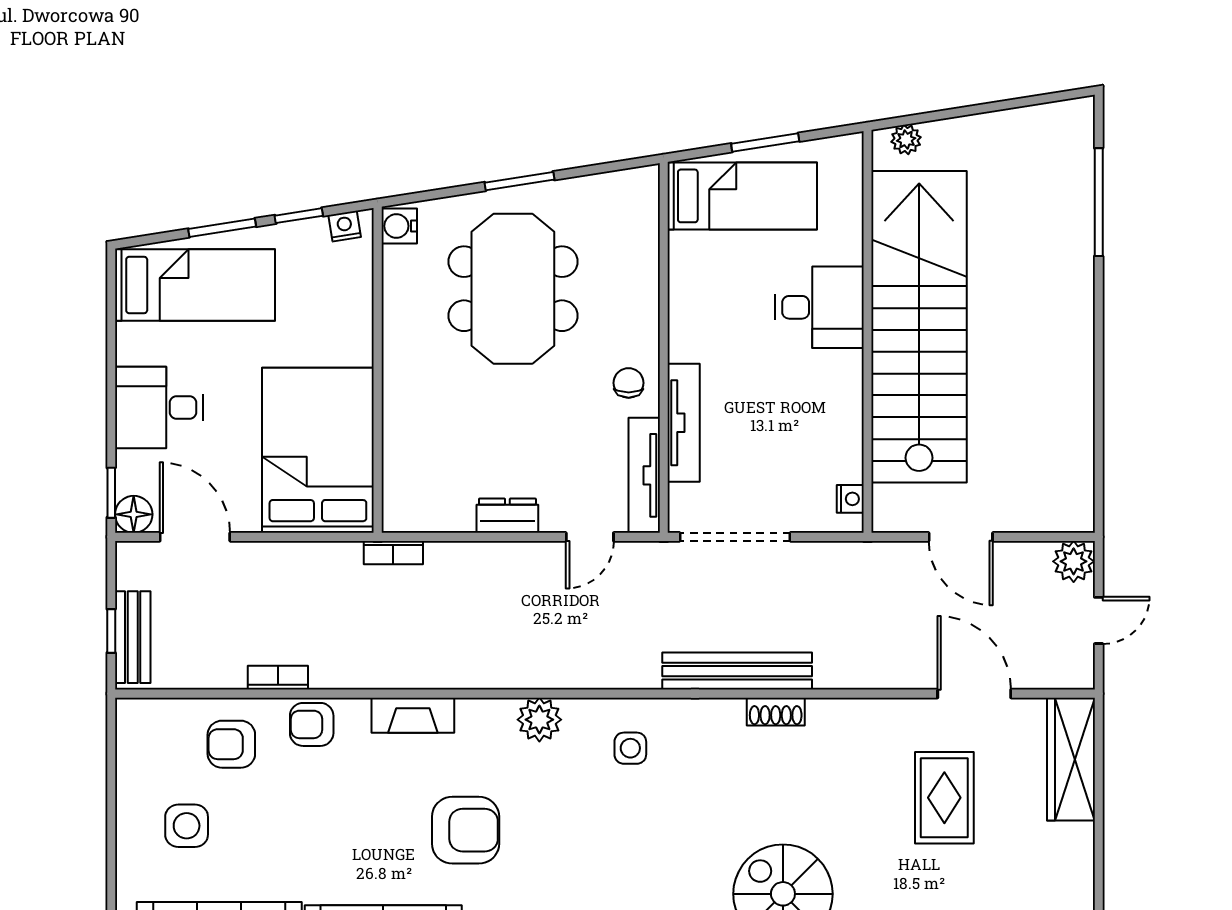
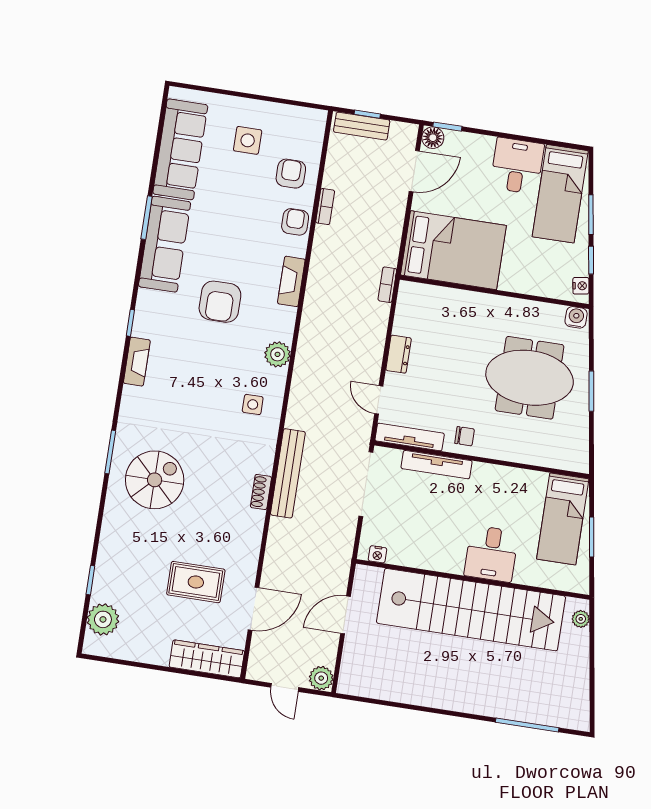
desk: (159, 408) -> (517, 166), moved

